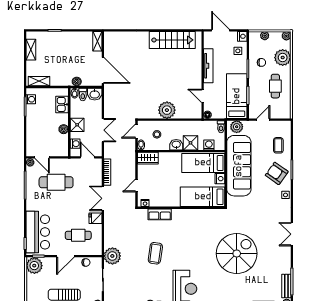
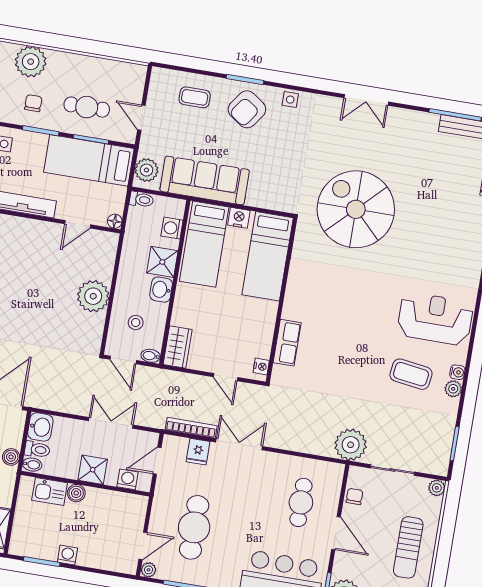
cafe table: (275, 86) -> (87, 107), moved
washing machine: (31, 99) -> (67, 555), moved
boiler: (64, 129) -> (76, 493), moved
sofa: (239, 166) -> (205, 180), width x0.74, depth x0.79
double door: (103, 198) -> (239, 444), swing flipped
fridge: (96, 218) -> (198, 452), moved
coffee table: (155, 253) -> (411, 374), moved
spiral stairs: (237, 253) -> (356, 209), moved

